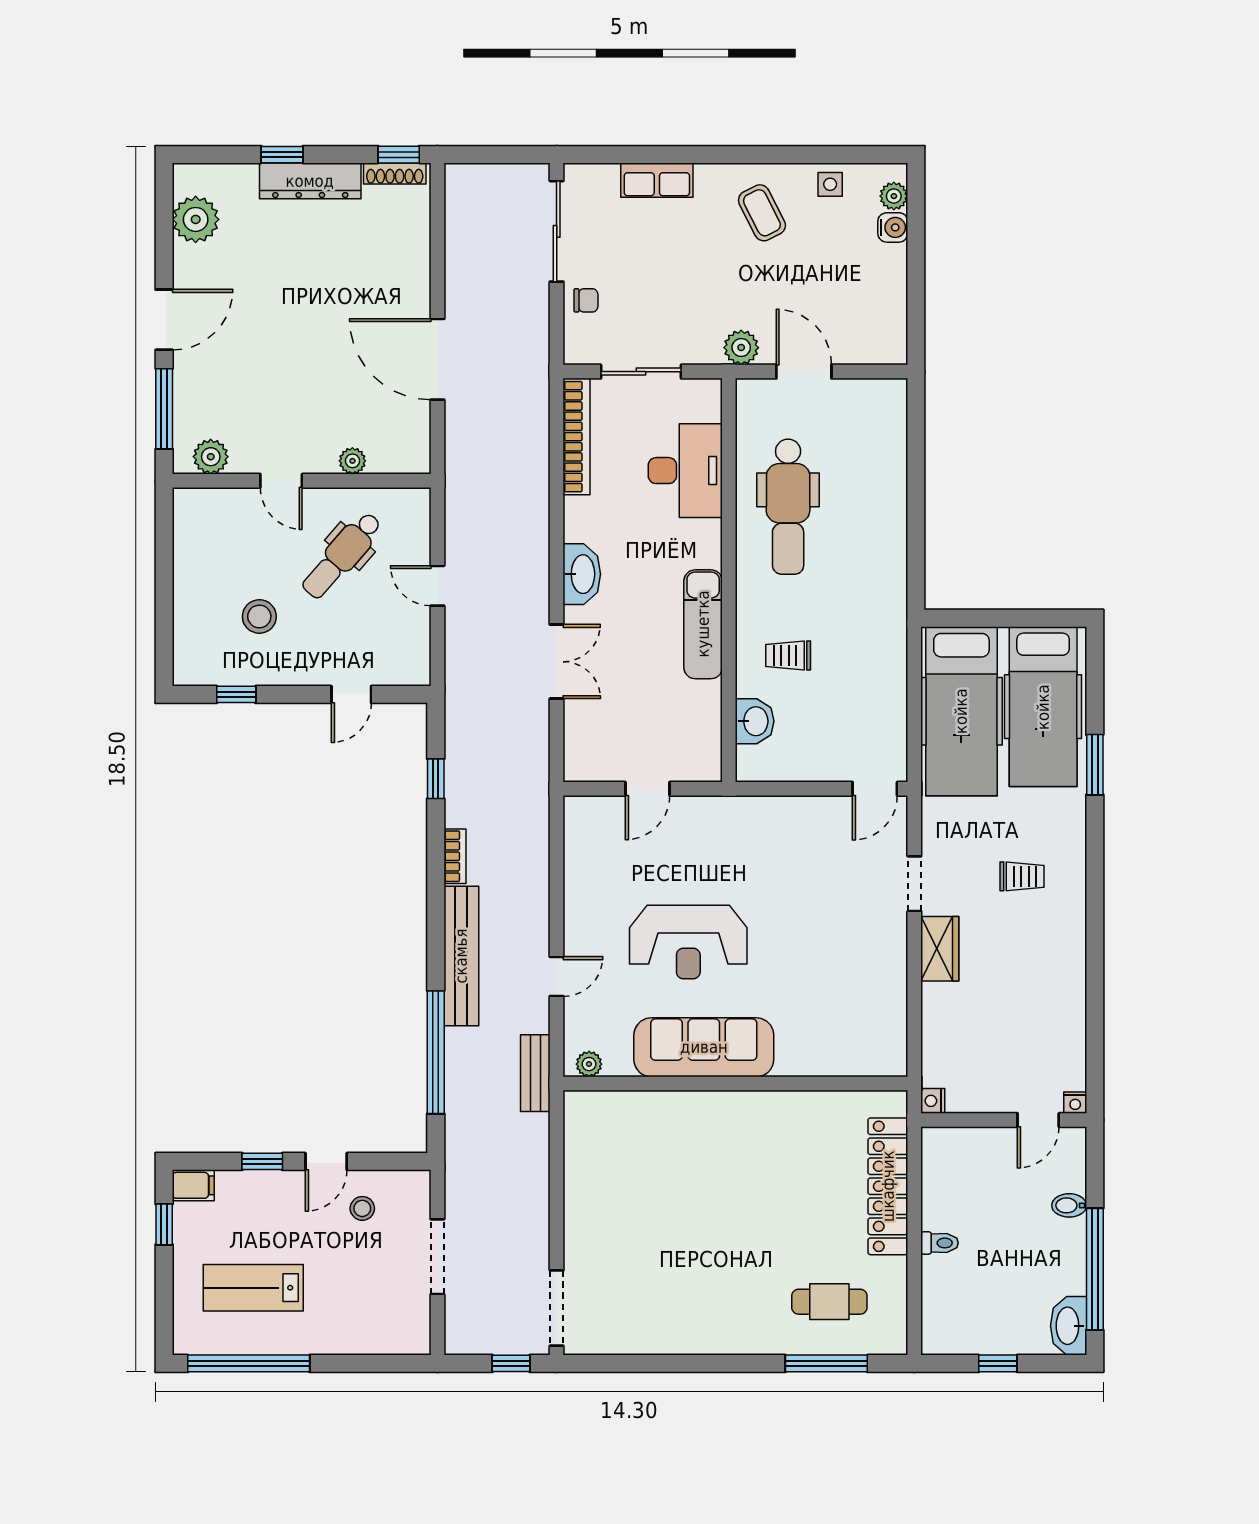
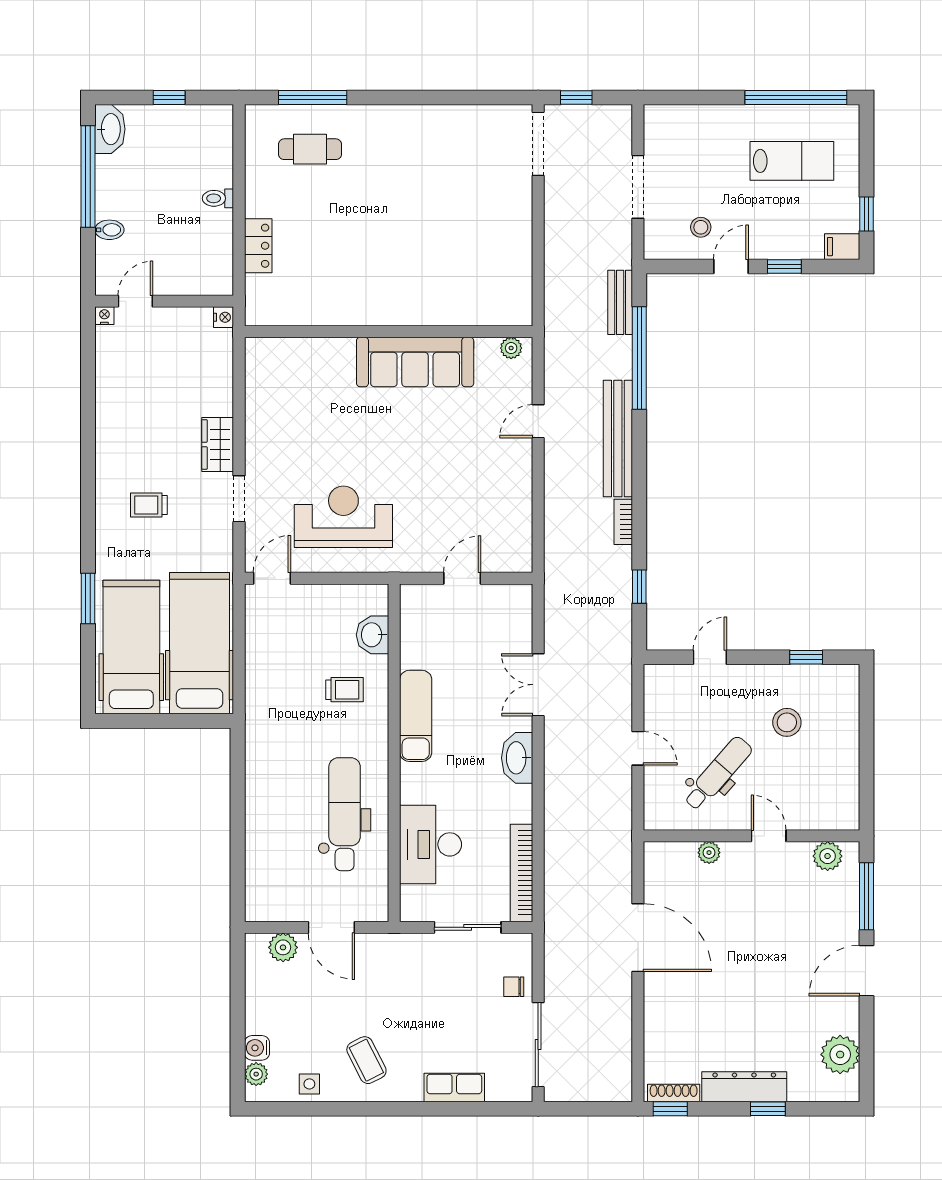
plant: (741, 348) -> (283, 947), moved
reception desk: (688, 942) -> (343, 517), moved
bench: (535, 1073) -> (620, 302), moved
locker: (888, 1186) -> (258, 246), width x0.46, depth x0.83

